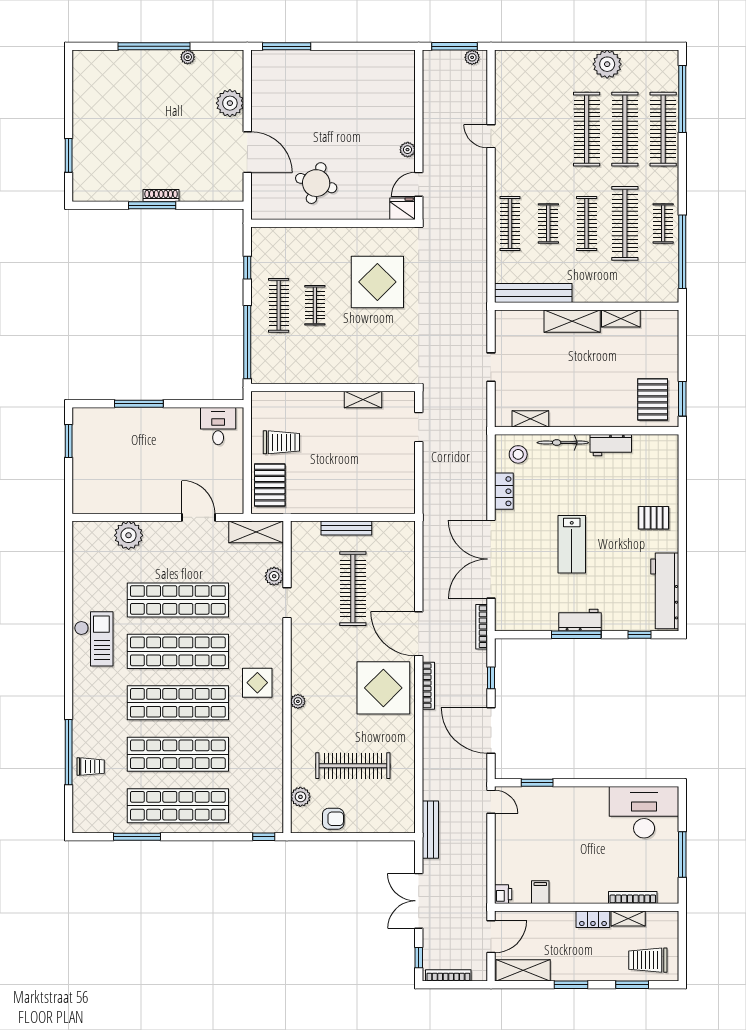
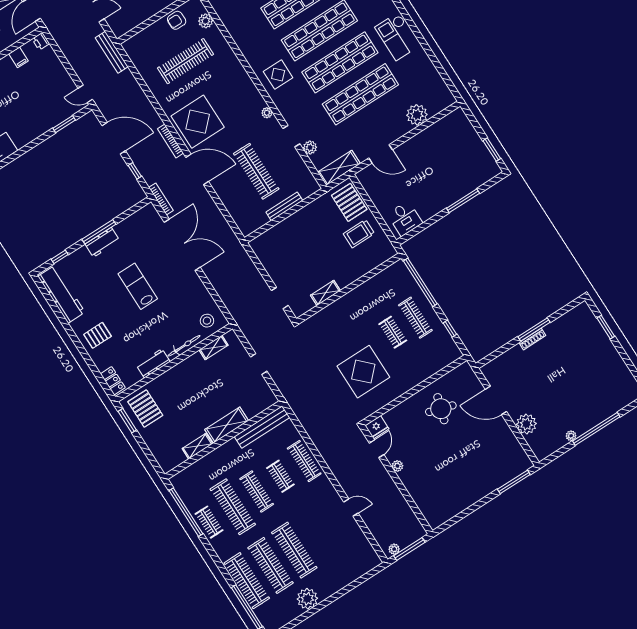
locker: (504, 491) -> (113, 381), moved, turned 180
plant: (298, 701) -> (267, 113), moved

